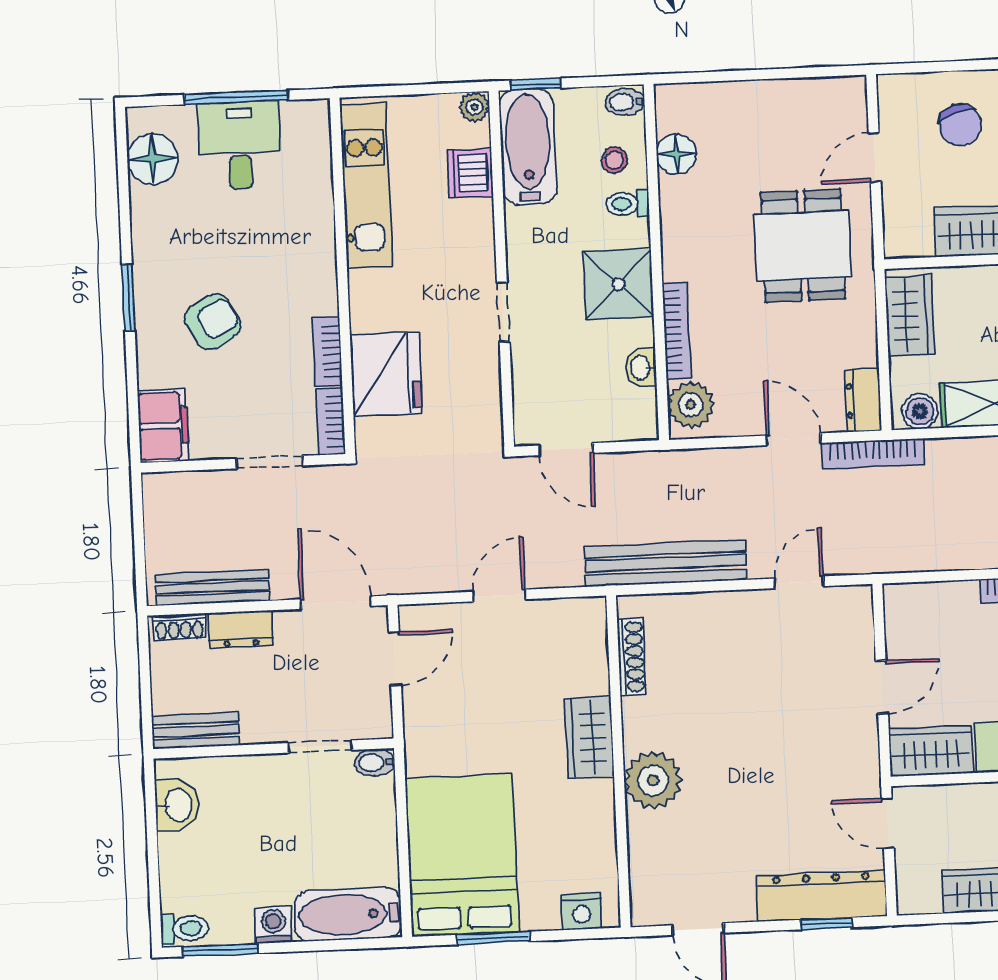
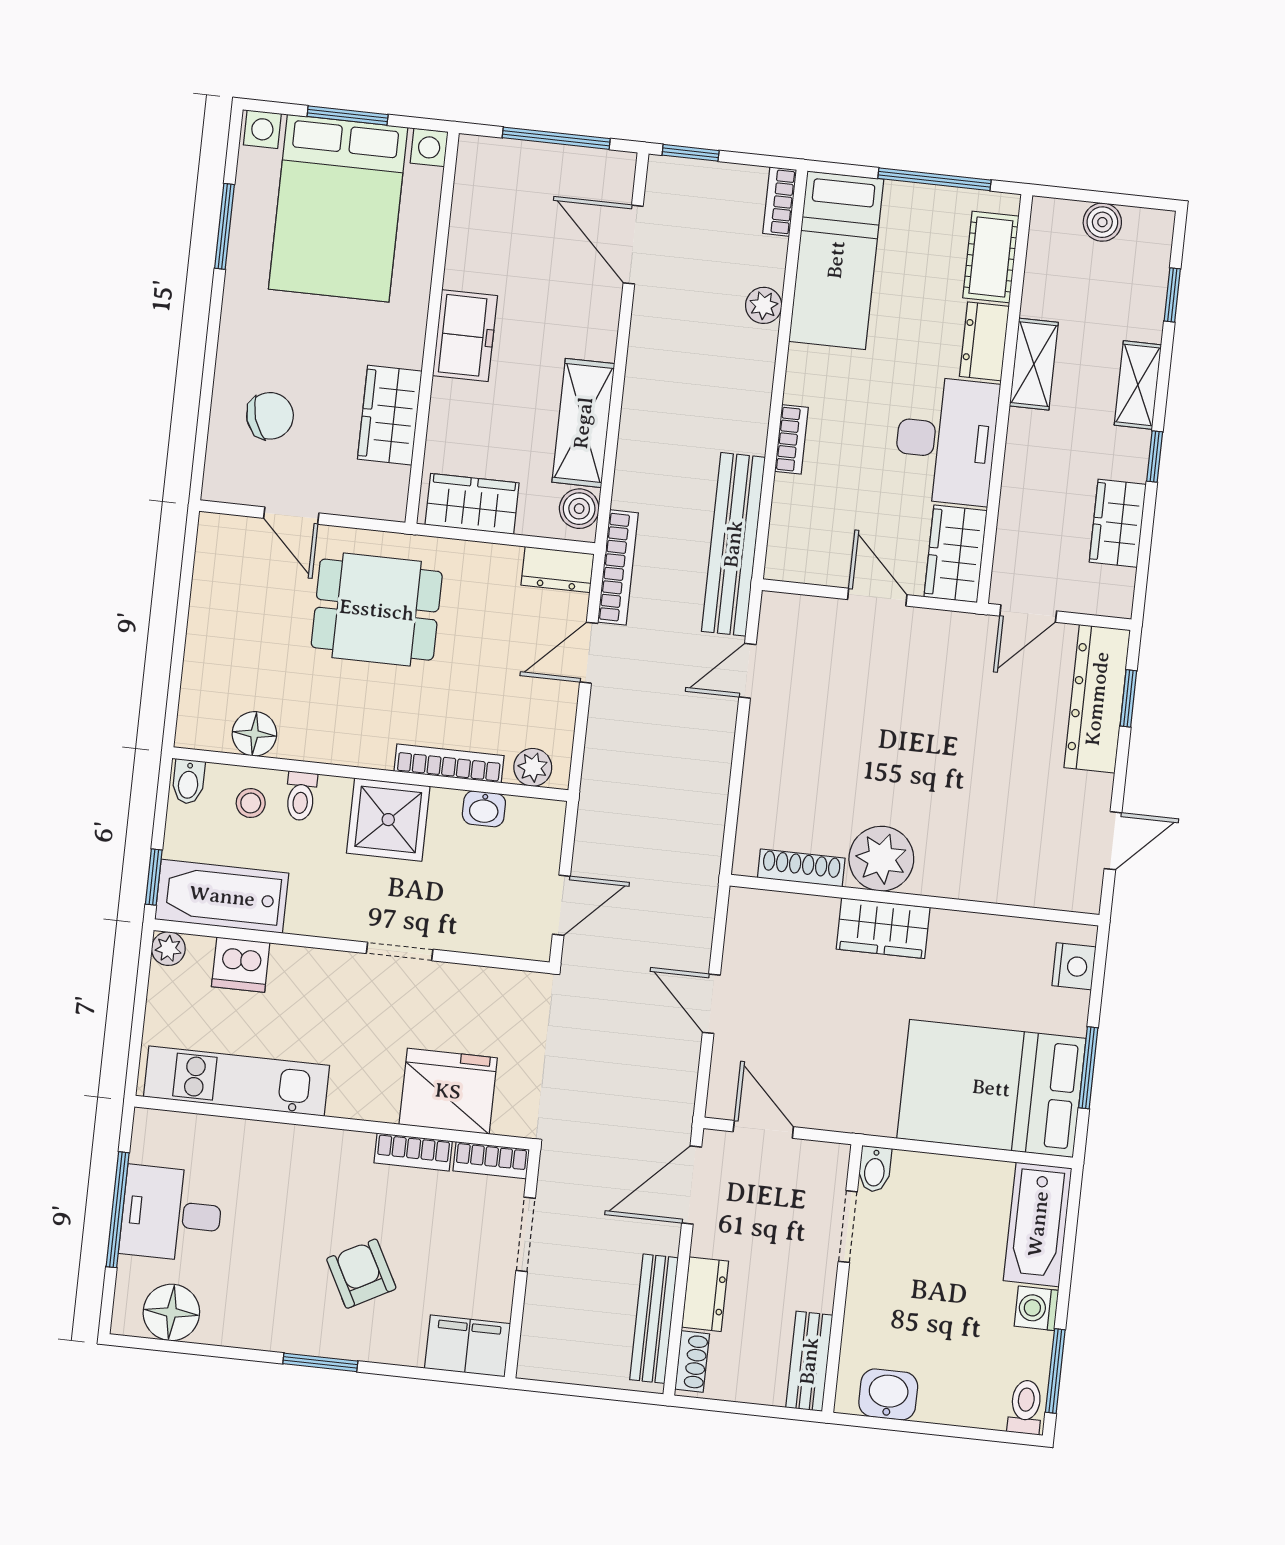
plant: (691, 405) -> (533, 767), width x0.73, depth x0.73
bench: (666, 563) -> (733, 544), moved
door: (799, 582) -> (748, 671), hinge flipped
plant: (653, 780) -> (881, 859), moved

